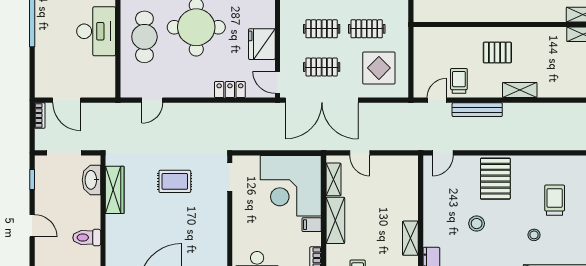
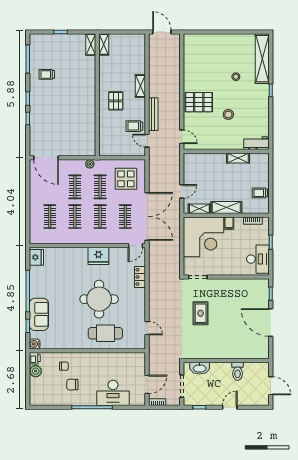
plant: (401, 13) -> (90, 164), added
desk: (96, 31) -> (113, 393), moved, turned 180
fridge: (262, 44) -> (98, 256), moved
wardrobe: (115, 190) -> (206, 353), removed
trolley: (555, 200) -> (213, 63), removed

